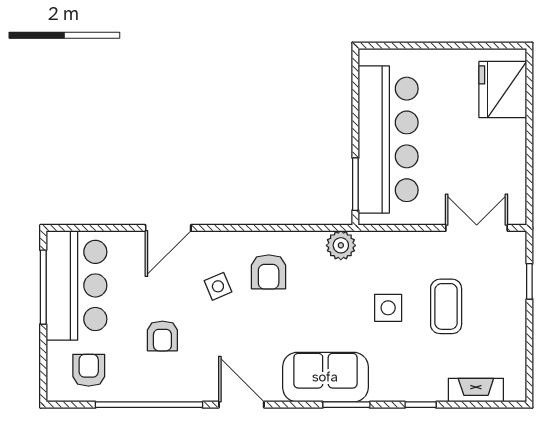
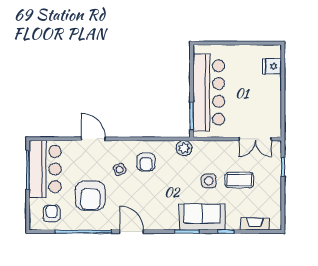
fridge: (503, 90) -> (272, 66), width x0.53, depth x0.75
door: (168, 228) -> (93, 139), swing flipped
double door: (477, 228) -> (255, 139), swing flipped
coffee table: (446, 306) -> (239, 180), turned 90
armchair: (162, 336) -> (90, 196), width x1.88, depth x1.88
sofa: (325, 377) -> (202, 217), moved

